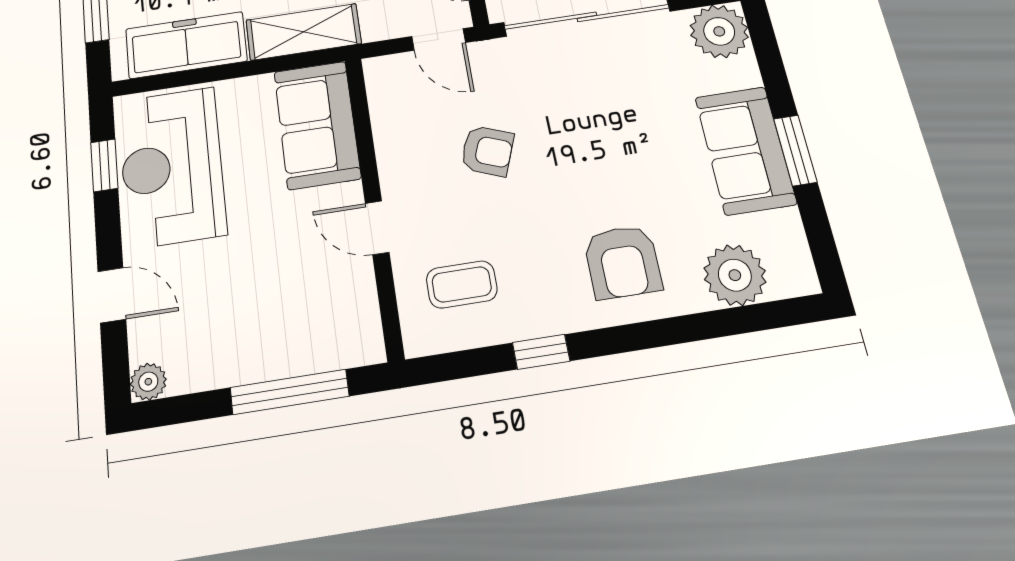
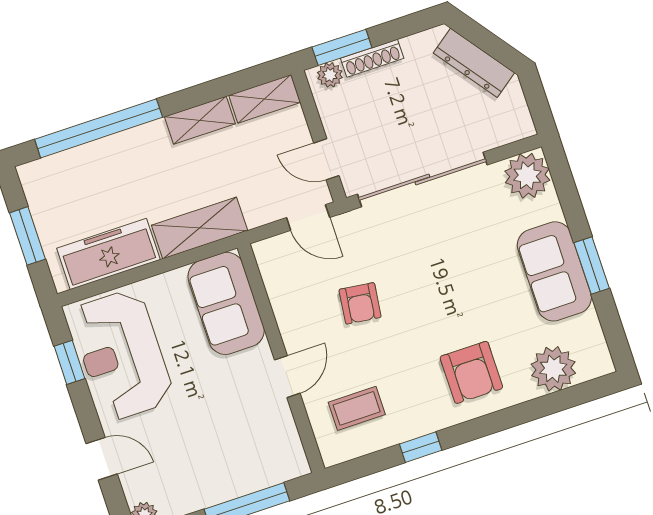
armchair: (487, 151) -> (360, 303), turned 76
door: (377, 228) -> (287, 377), swing flipped

